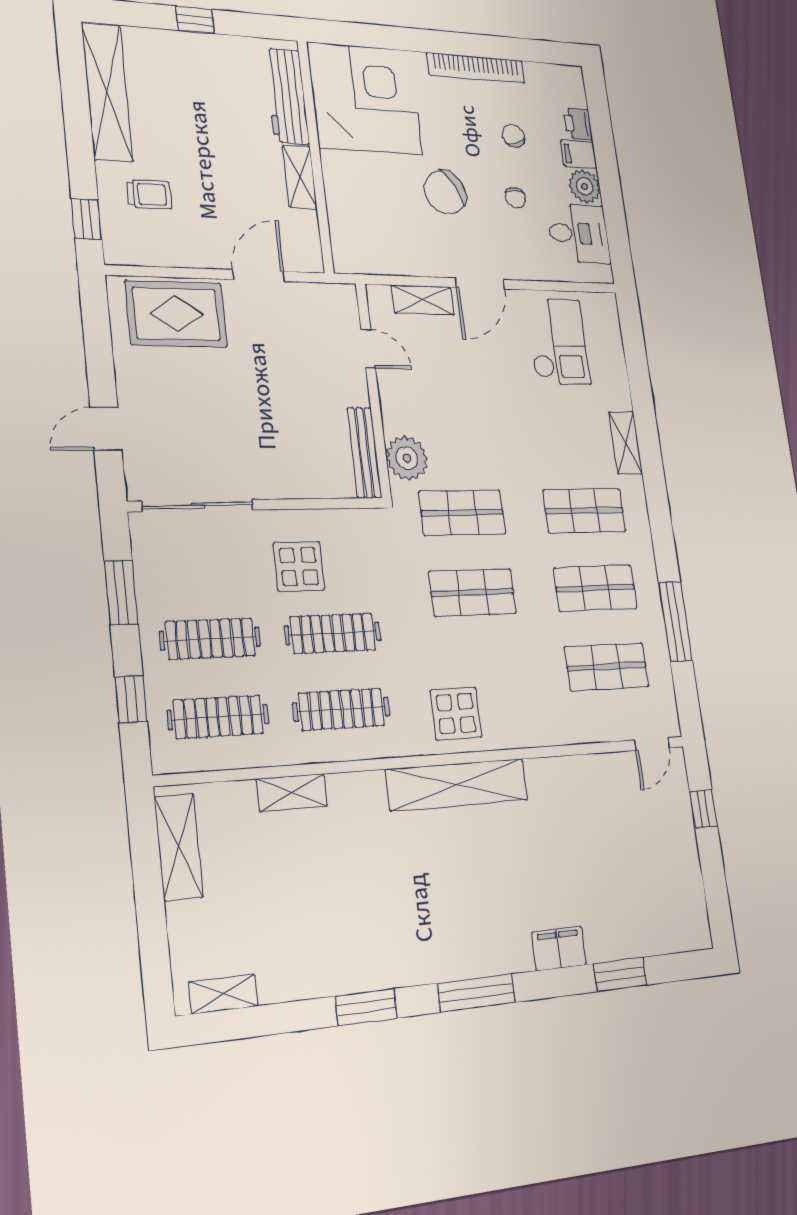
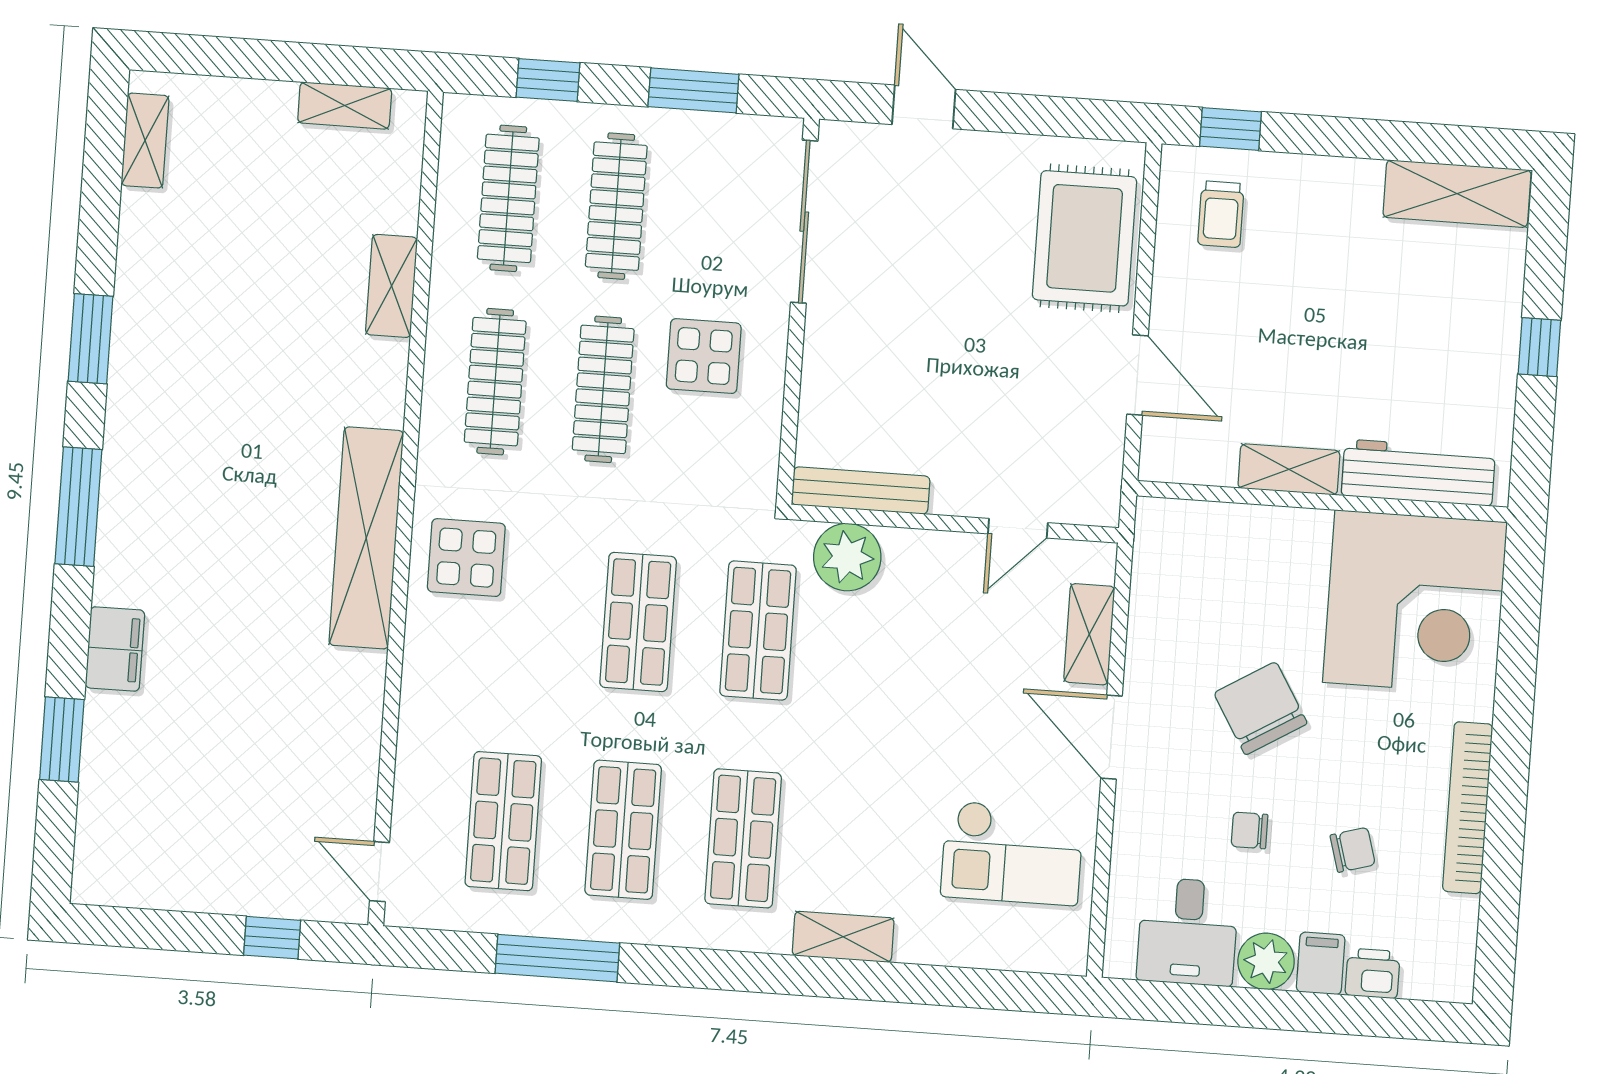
shelving: (107, 92) -> (1457, 194), width x0.68
trolley: (149, 194) -> (1221, 214), moved
shelving: (179, 847) -> (345, 106), width x0.67, depth x0.75

